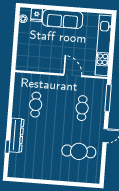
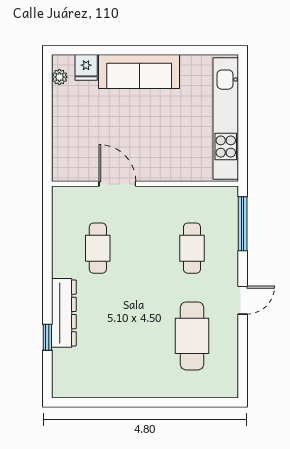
door: (73, 75) -> (117, 184), moved
cafe table: (79, 151) -> (192, 336), turned 90

